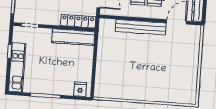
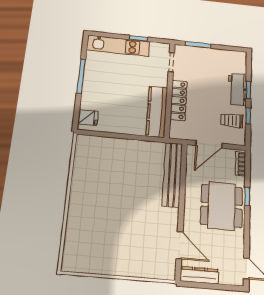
locker: (78, 21) -> (179, 100), moved
bench: (141, 27) -> (172, 175), moved

